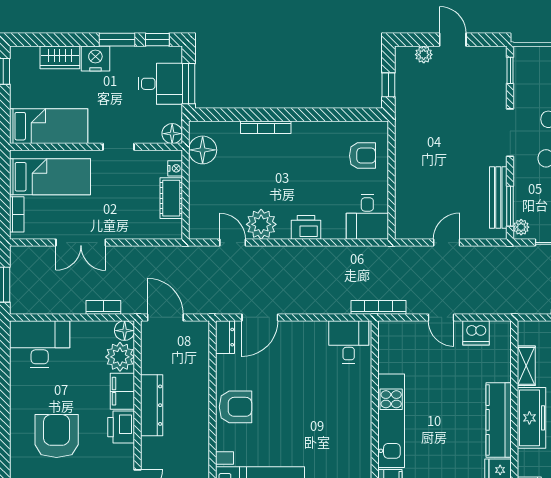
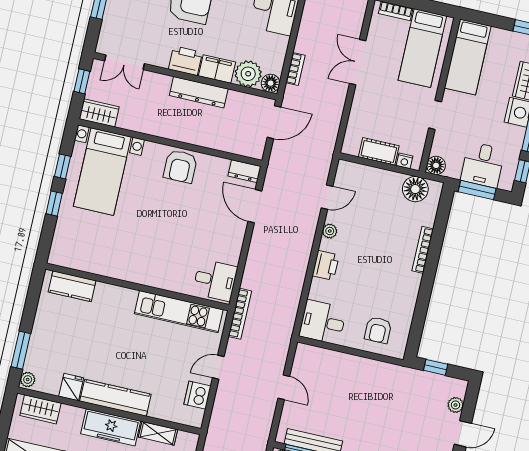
plant: (261, 224) -> (330, 231), width x0.53, depth x0.53
kitchen unit: (391, 421) -> (179, 312), moved

